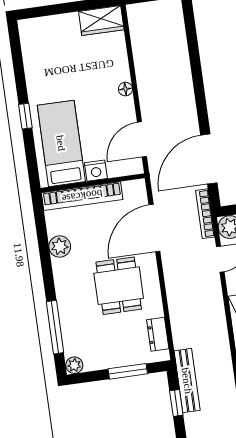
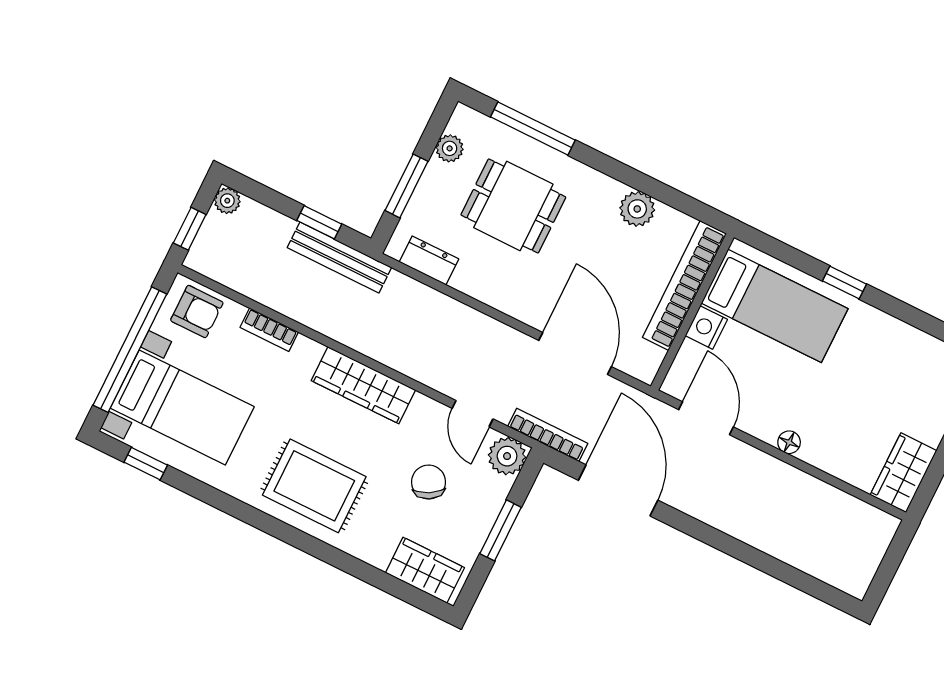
dining table: (119, 286) -> (513, 206), moved
plant: (74, 365) -> (450, 148), moved

